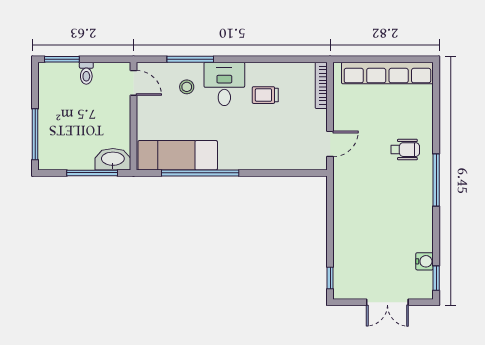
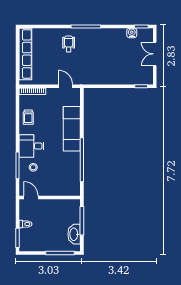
door: (133, 83) -> (31, 197), hinge flipped
trolley: (265, 95) -> (28, 117), moved
exam couch: (178, 155) -> (72, 129), moved
washbasin: (113, 159) -> (74, 234), moved
double door: (387, 302) -> (155, 54), swing flipped

